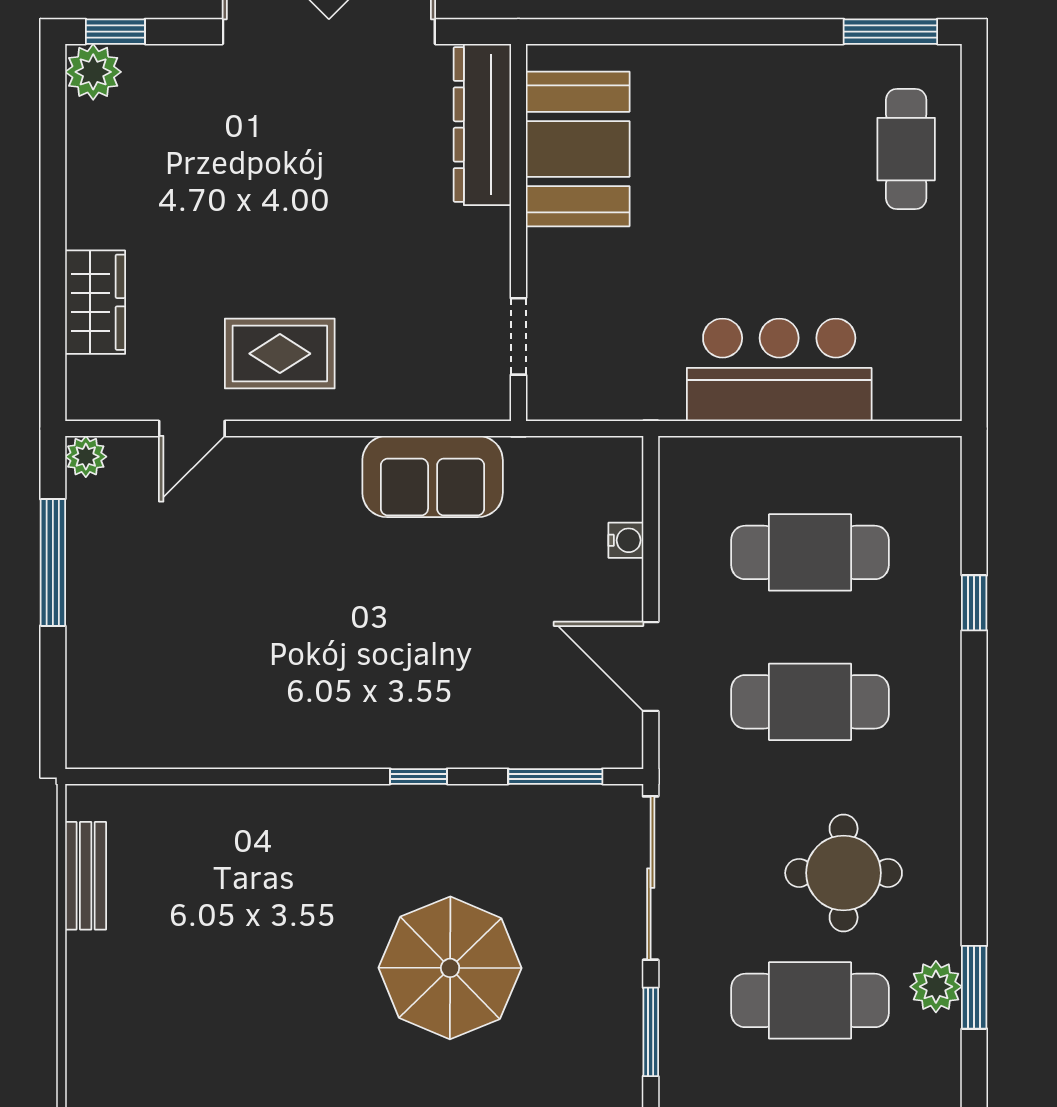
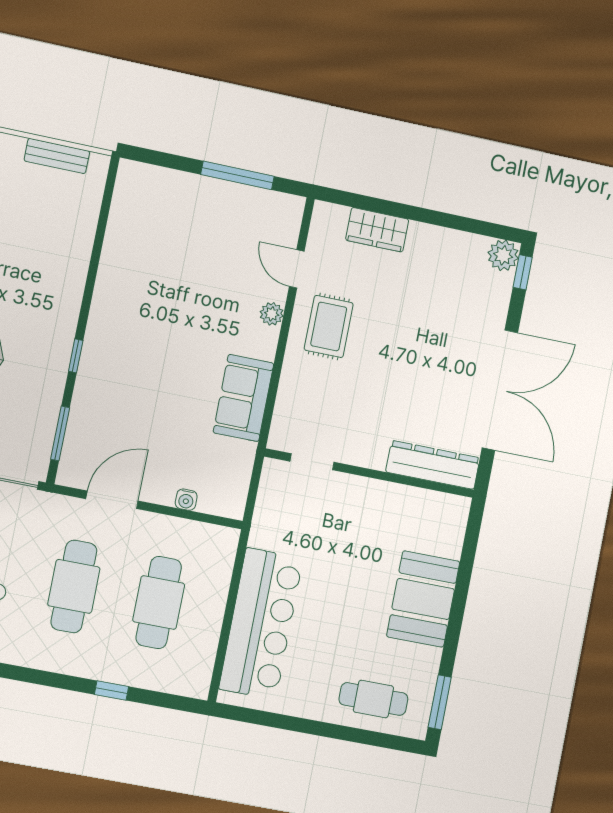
booth: (578, 149) -> (423, 599), moved, turned 90
bar counter: (779, 370) -> (261, 623), width x1.36
plant: (86, 457) -> (272, 314), moved

